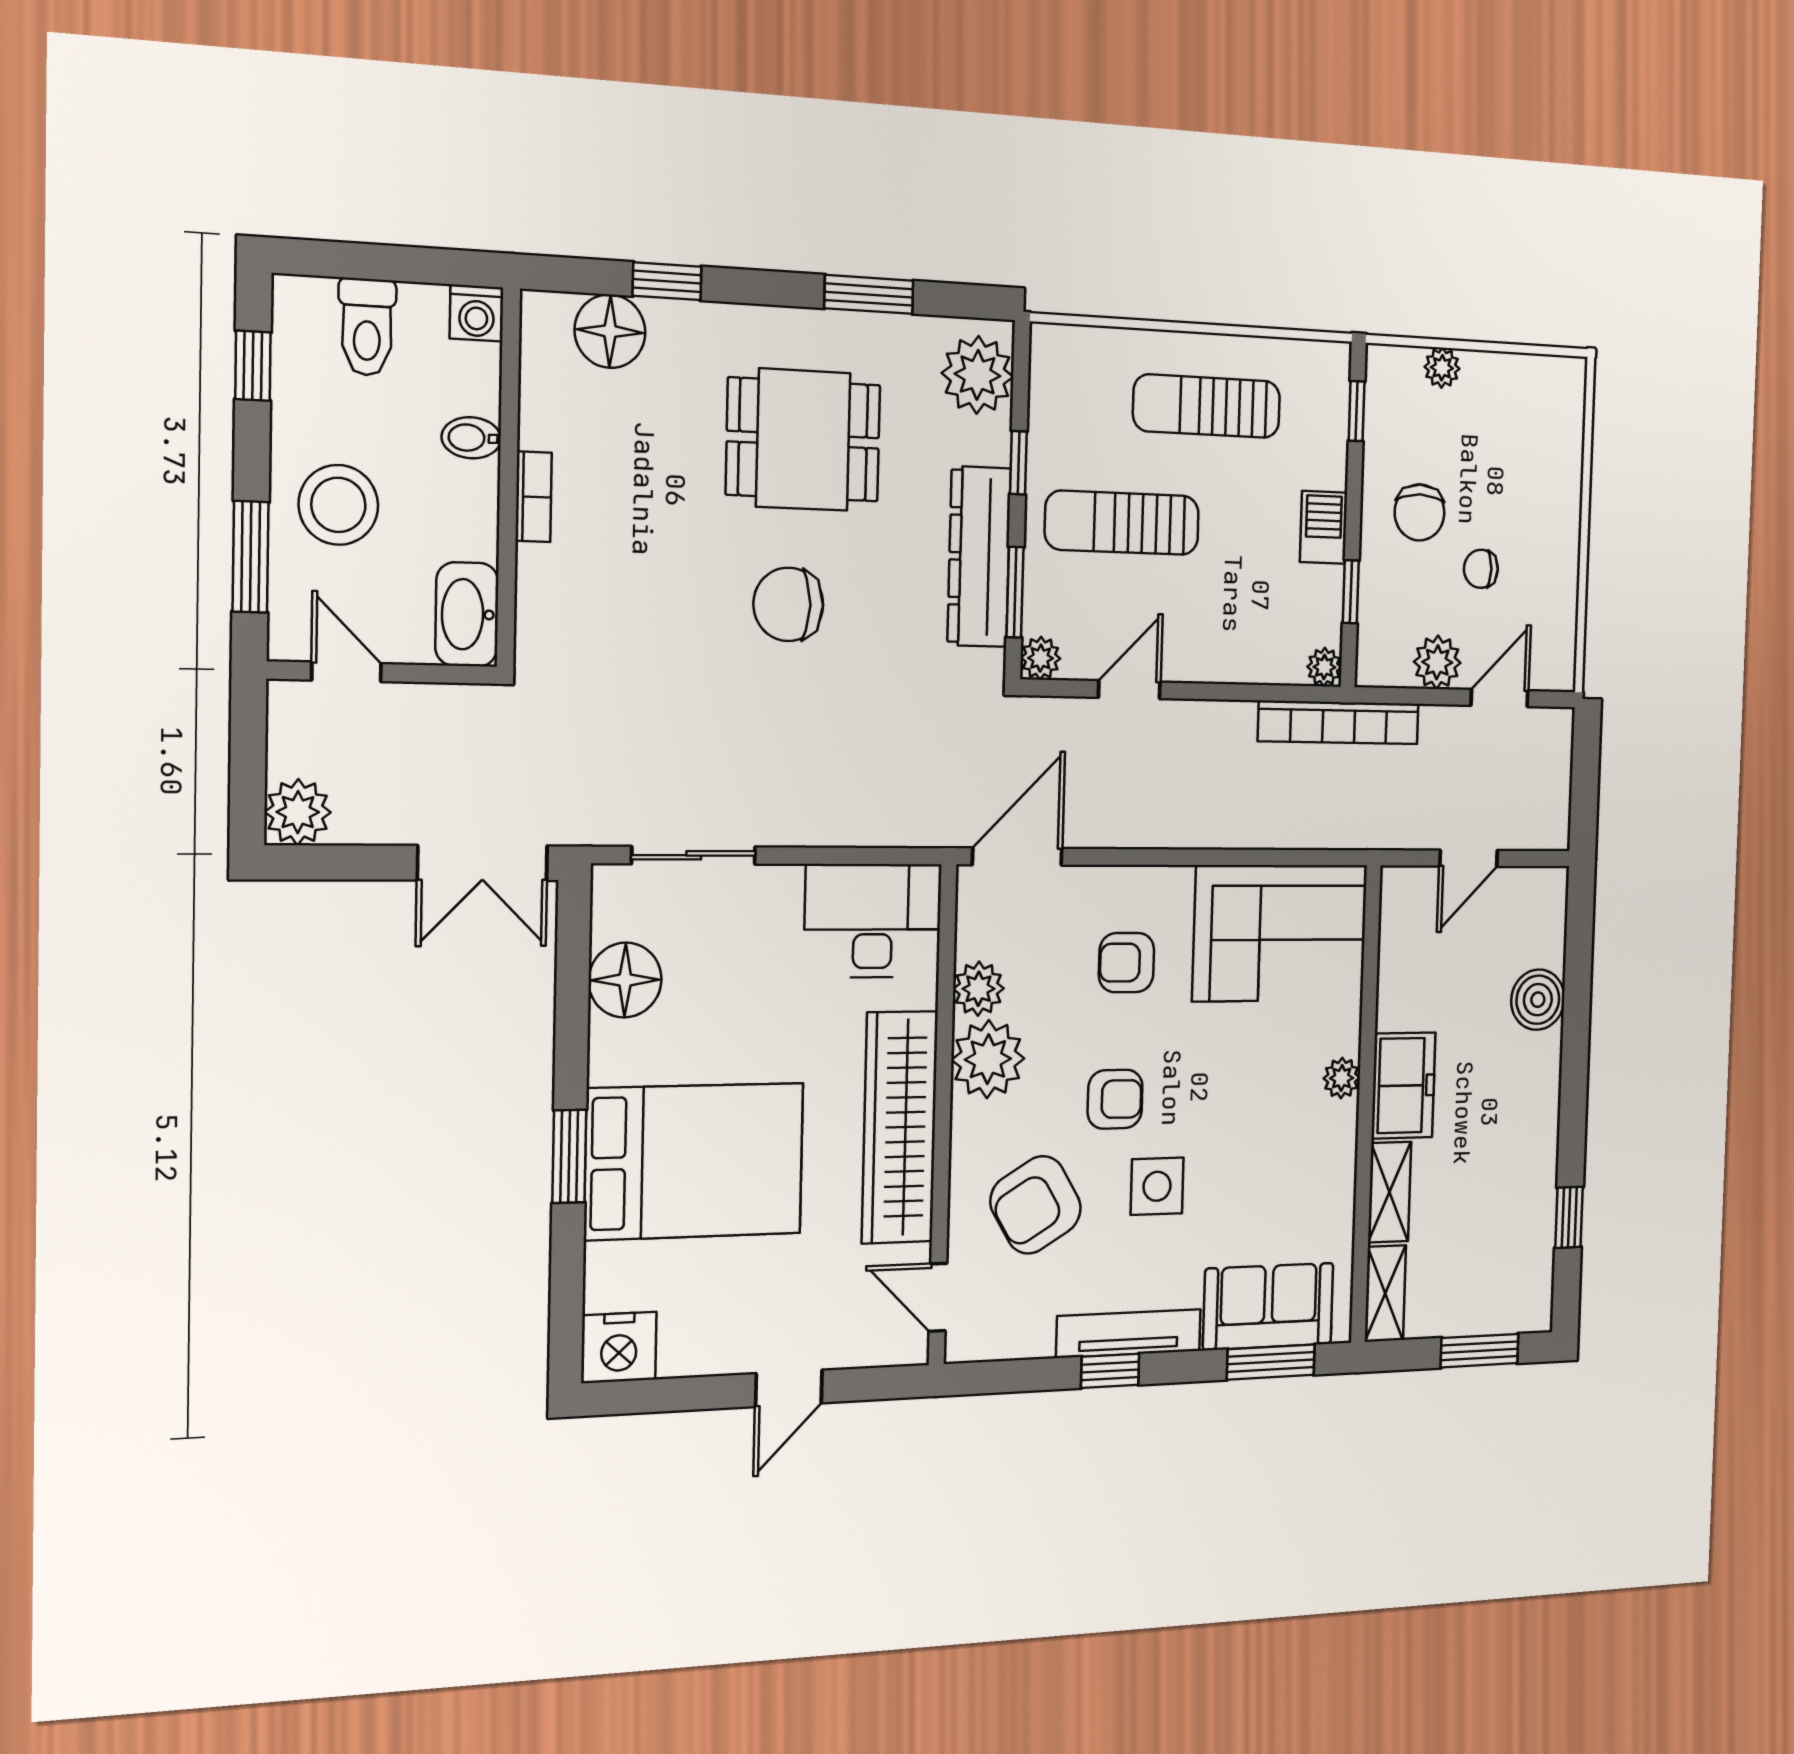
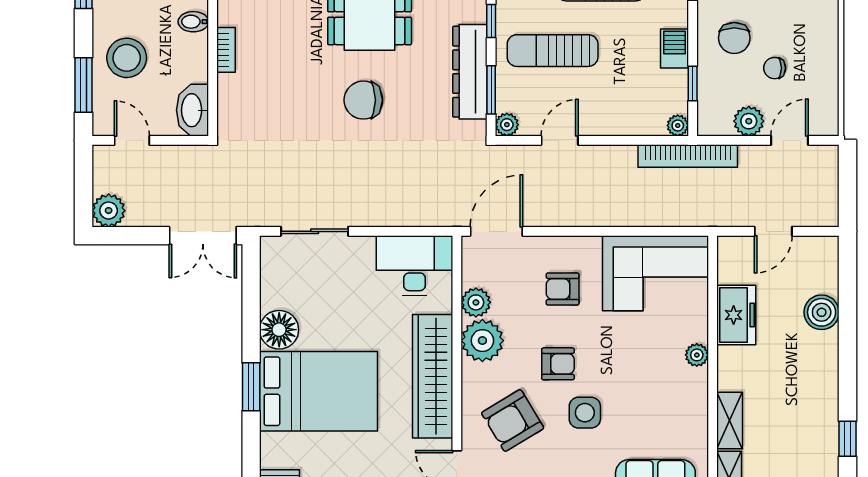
floor lamp: (625, 980) -> (279, 330), moved
freezer: (1403, 1085) -> (736, 315), moved

